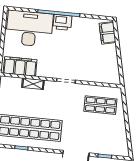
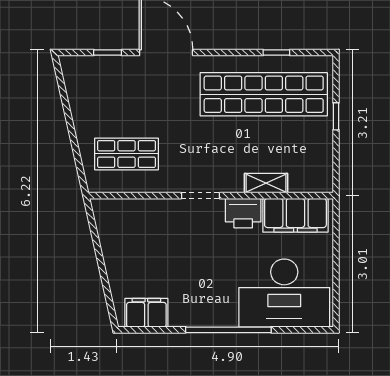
printer: (62, 22) -> (243, 213), moved, turned 180
filing cabinet: (108, 33) -> (146, 313), moved, turned -77

